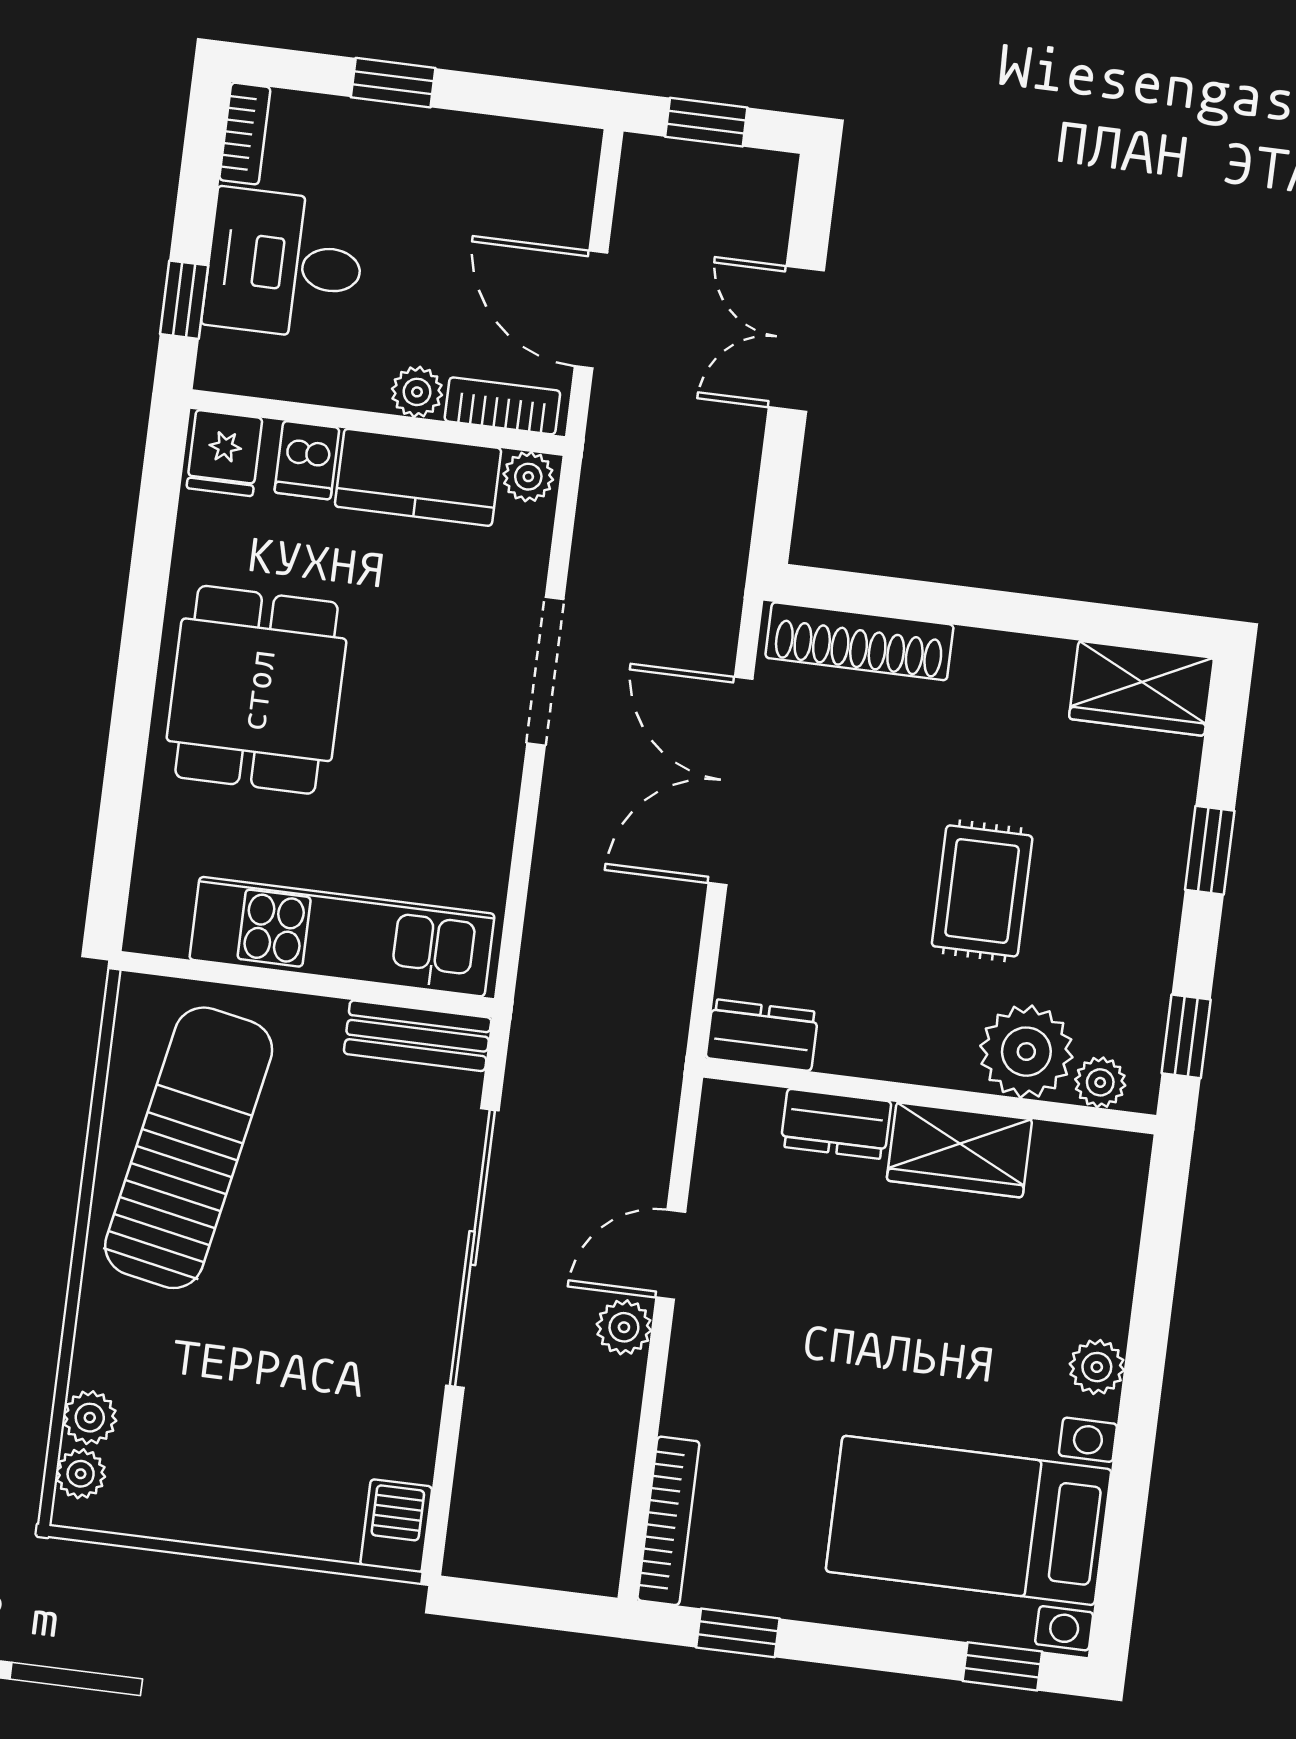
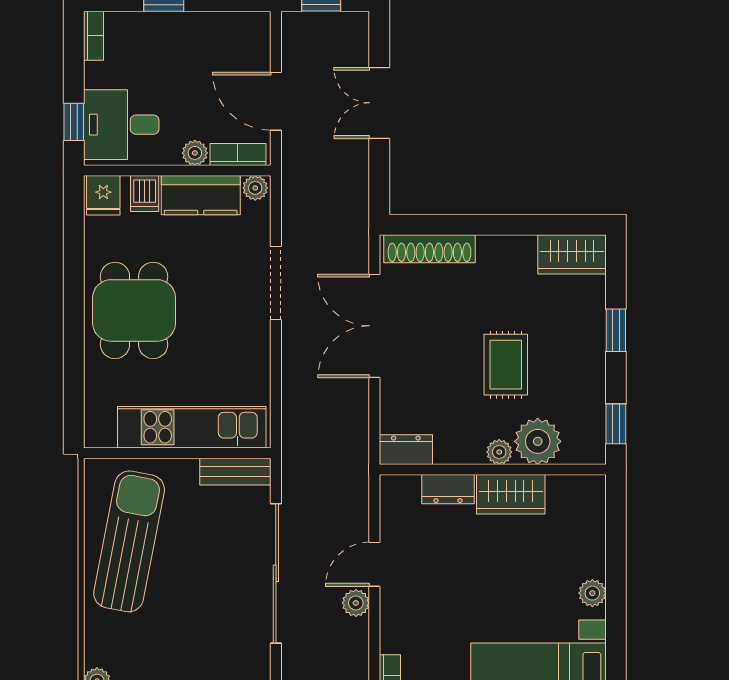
desk: (285, 264) -> (121, 125), moved
plant: (1100, 1082) -> (499, 452), moved

